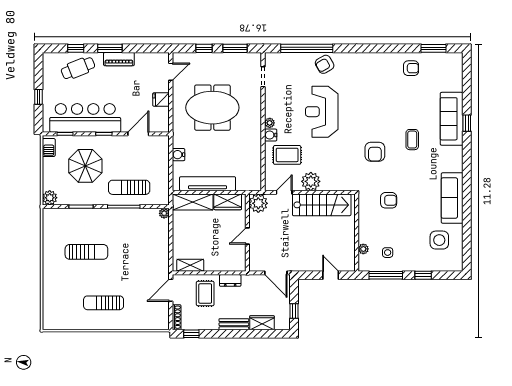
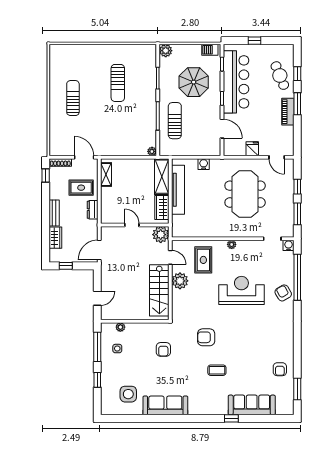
sofa: (452, 119) -> (252, 405), moved
water cooler: (271, 135) -> (288, 245), moved

